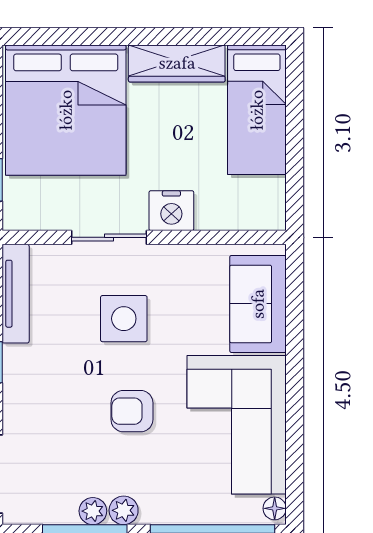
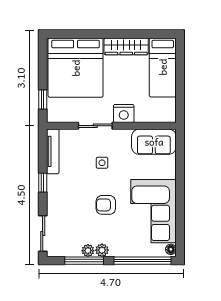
sofa: (258, 304) -> (154, 142), moved, turned -90
side table: (124, 319) -> (102, 163), width x0.54, depth x0.54

